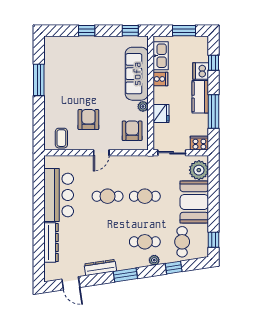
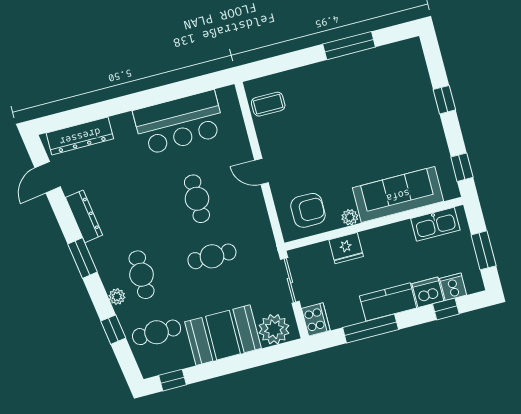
cooker: (160, 79) -> (453, 287), moved, turned 180
armchair: (88, 120) -> (308, 138), removed
cafe table: (145, 196) -> (212, 256), turned 90
dresser: (51, 243) -> (80, 136), moved

